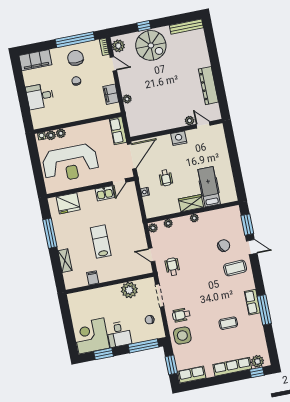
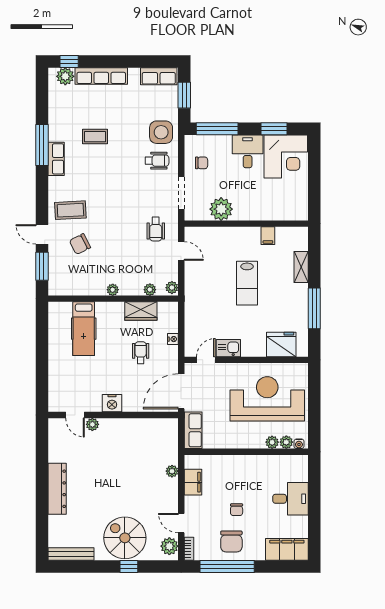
dresser: (208, 86) -> (57, 489), moved
wardrobe: (191, 203) -> (141, 311), moved

